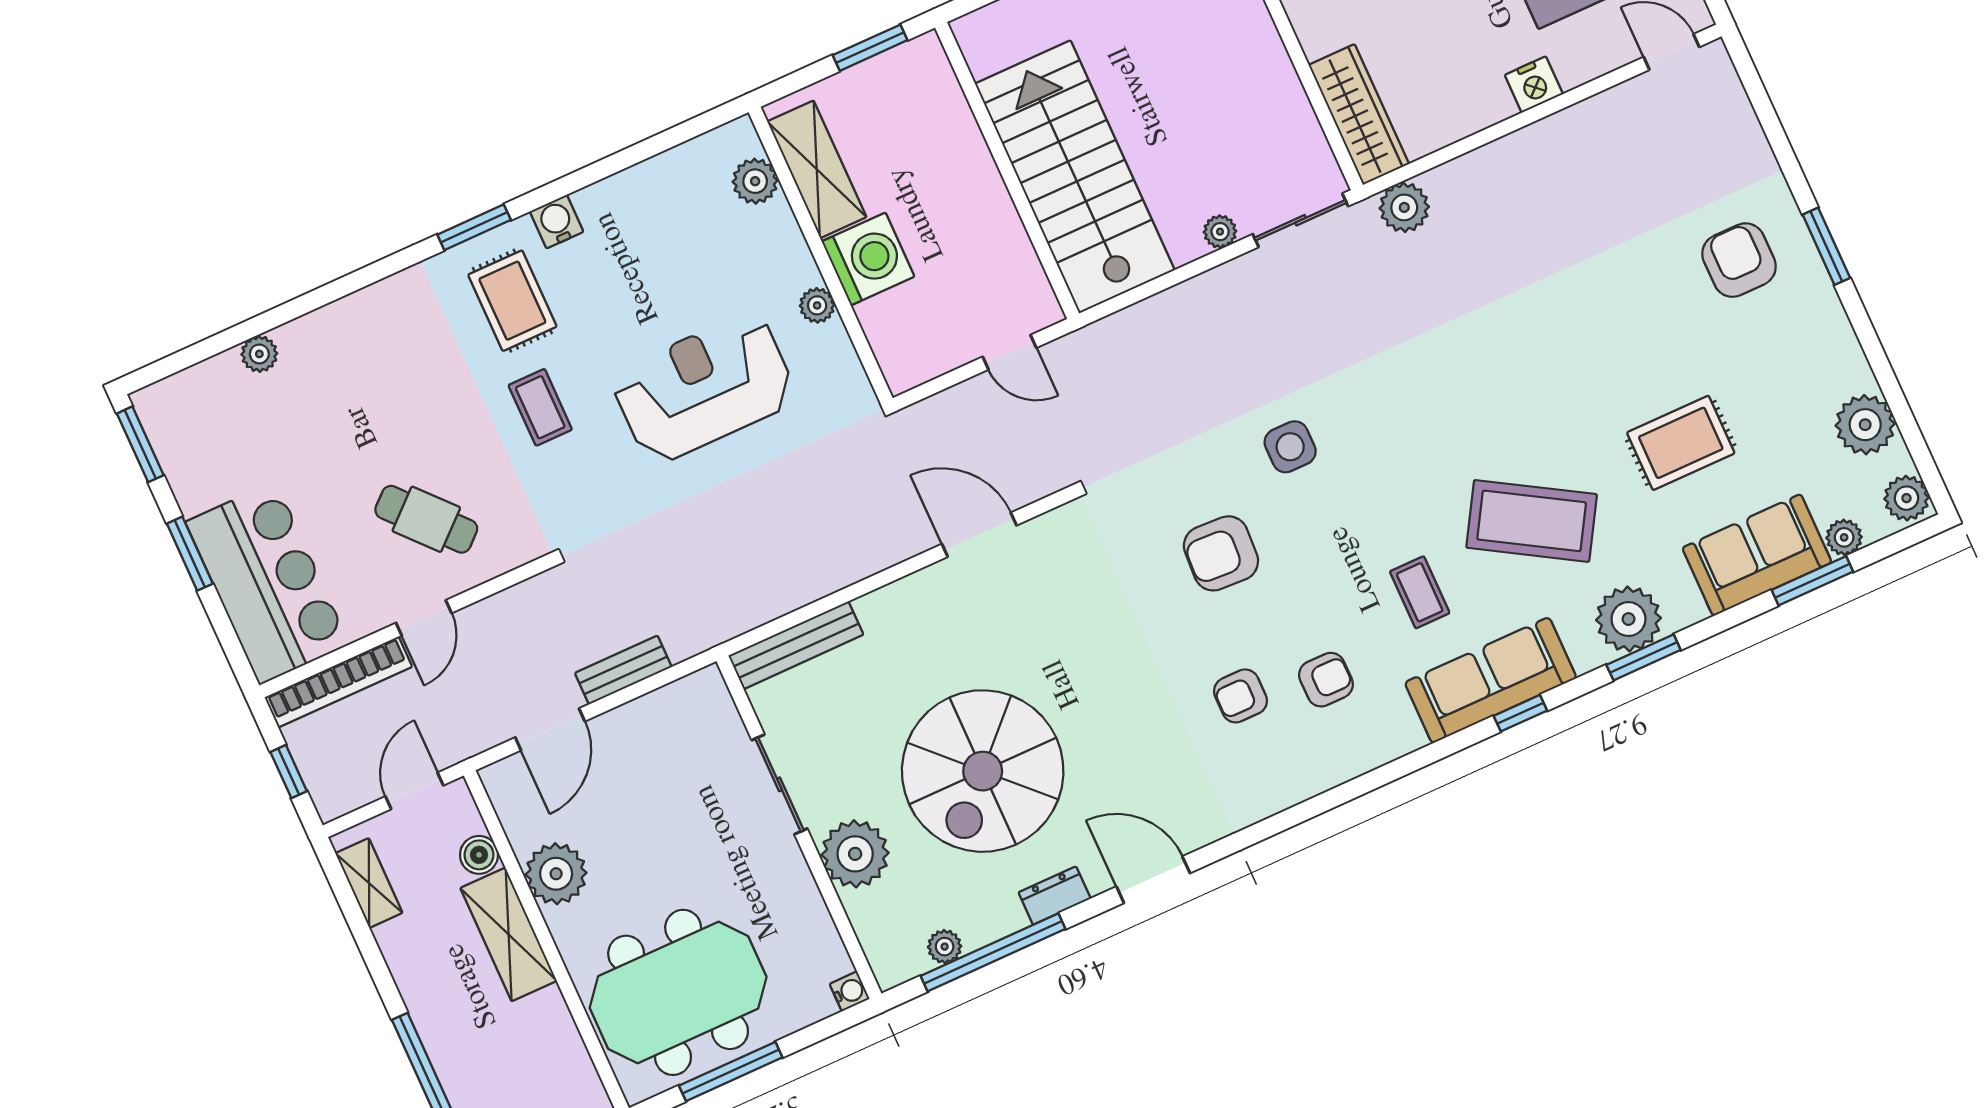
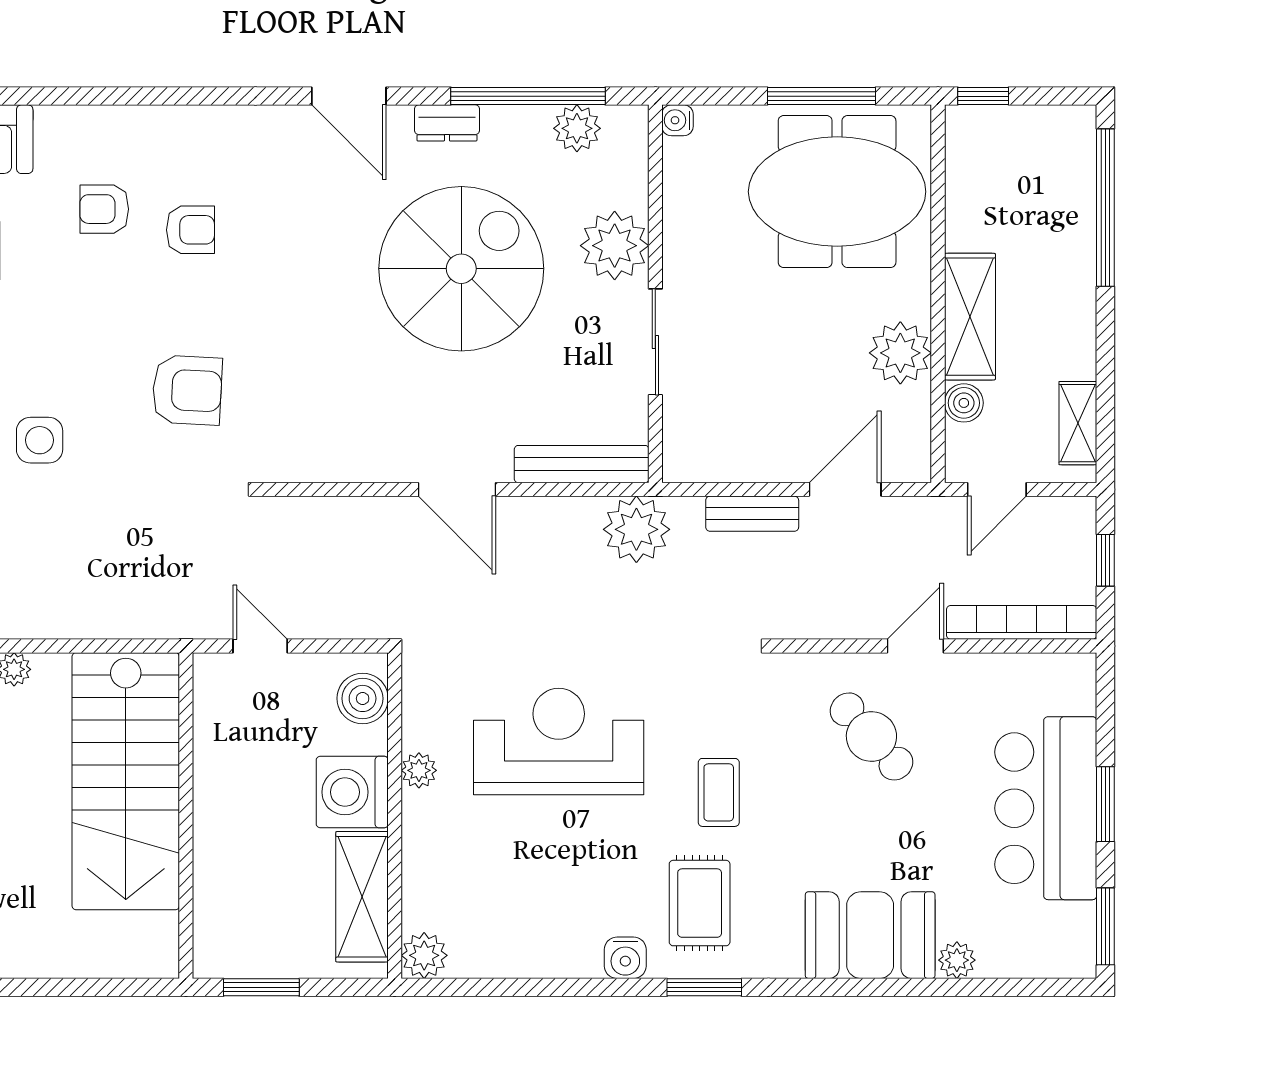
plant: (755, 181) -> (424, 955), moved
booth: (347, 341) -> (870, 935), added
boiler: (897, 347) -> (363, 698), added
reception desk: (704, 388) -> (559, 742), turned 180
door: (979, 535) -> (457, 489), moved
armchair: (1221, 553) -> (187, 390), moved
bar counter: (267, 583) -> (1046, 808), moved
plant: (720, 609) -> (636, 529), added
plant: (945, 947) -> (577, 128), width x1.38, depth x1.38

